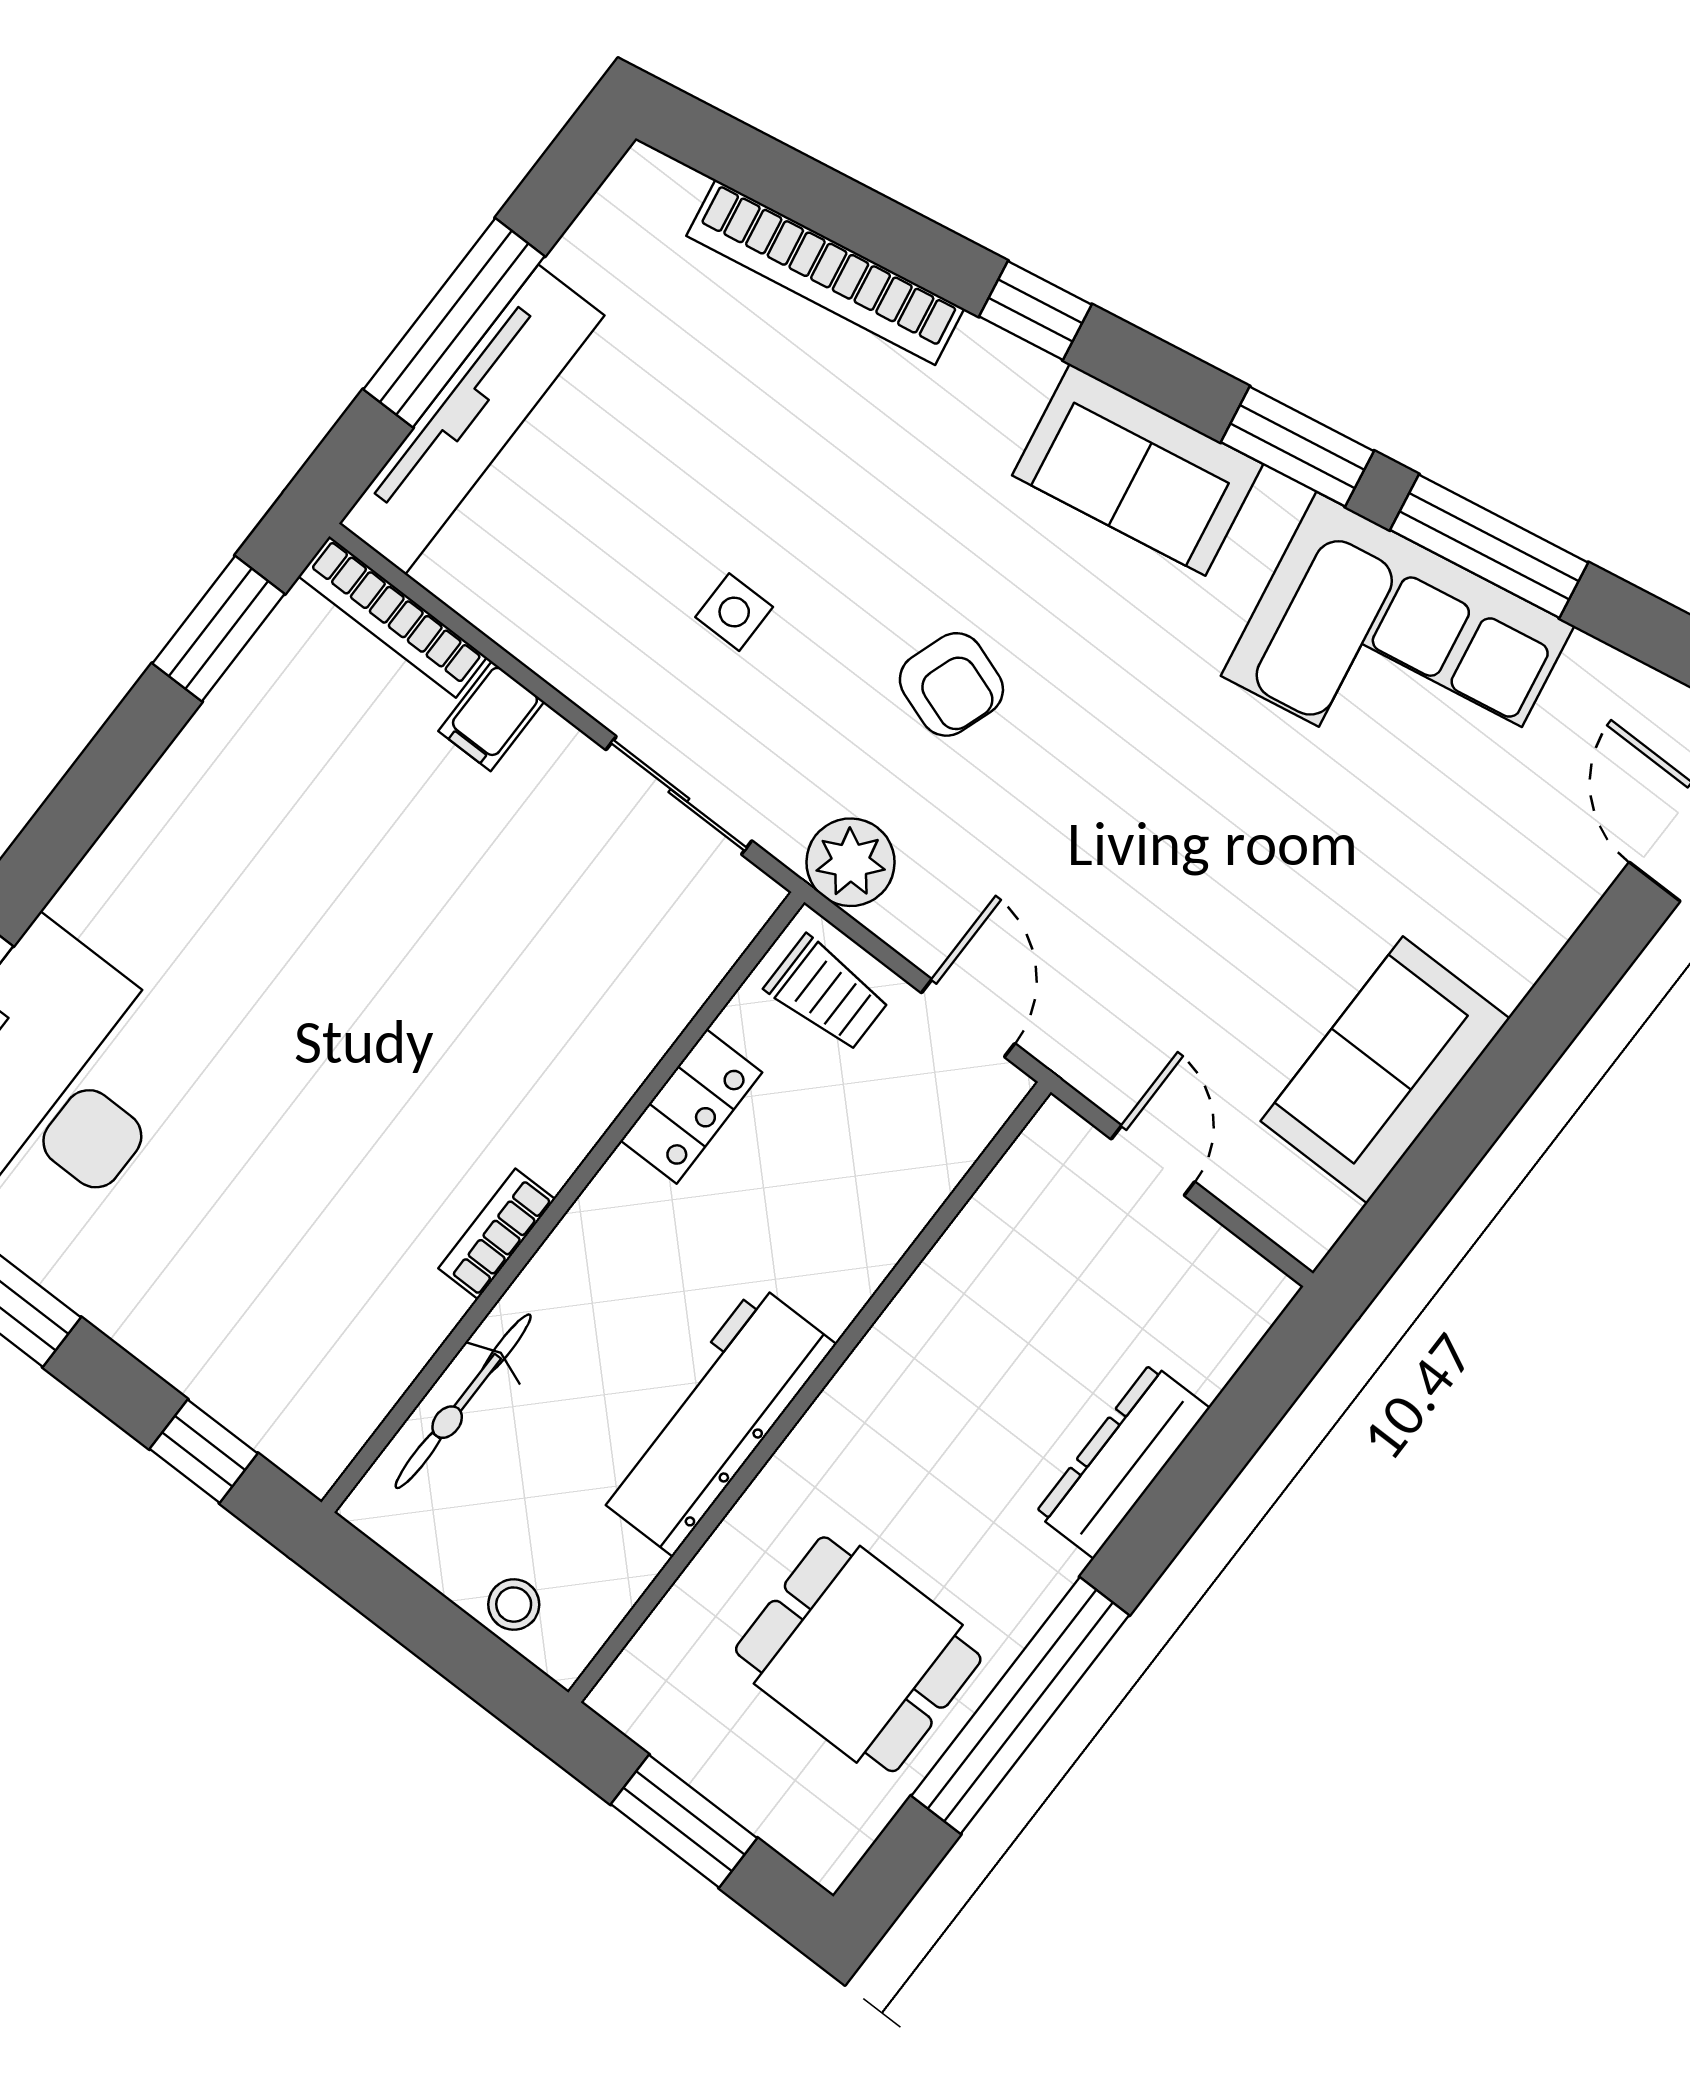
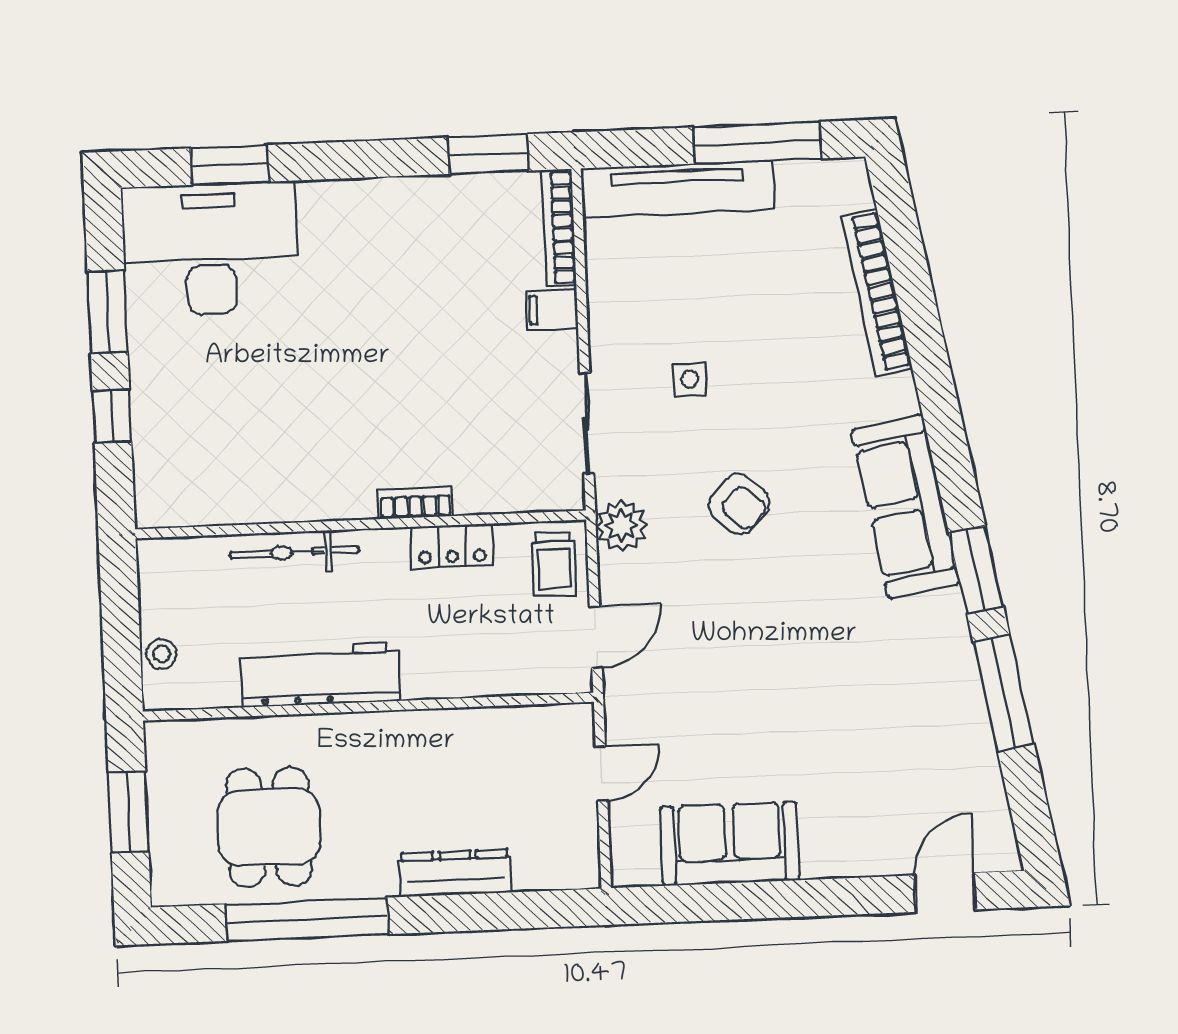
window: (1035, 310) -> (939, 401), removed
window: (454, 323) -> (757, 143), moved
sofa: (1138, 470) -> (906, 507), width x1.36
corner sofa: (1398, 651) -> (922, 691), removed
armchair: (951, 684) -> (739, 504), turned -67
bookcase: (497, 1234) -> (415, 503), moved
bicycle: (463, 1401) -> (294, 552), moved
window: (204, 1451) -> (112, 416), moved

